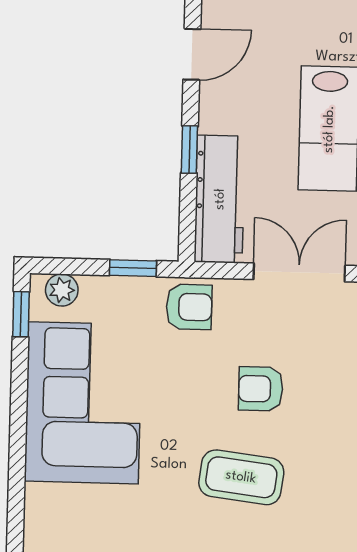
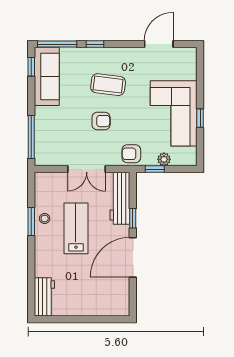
door: (192, 54) -> (133, 257), width x1.88
plant: (62, 290) -> (164, 159), moved
window: (21, 314) -> (200, 118), moved

